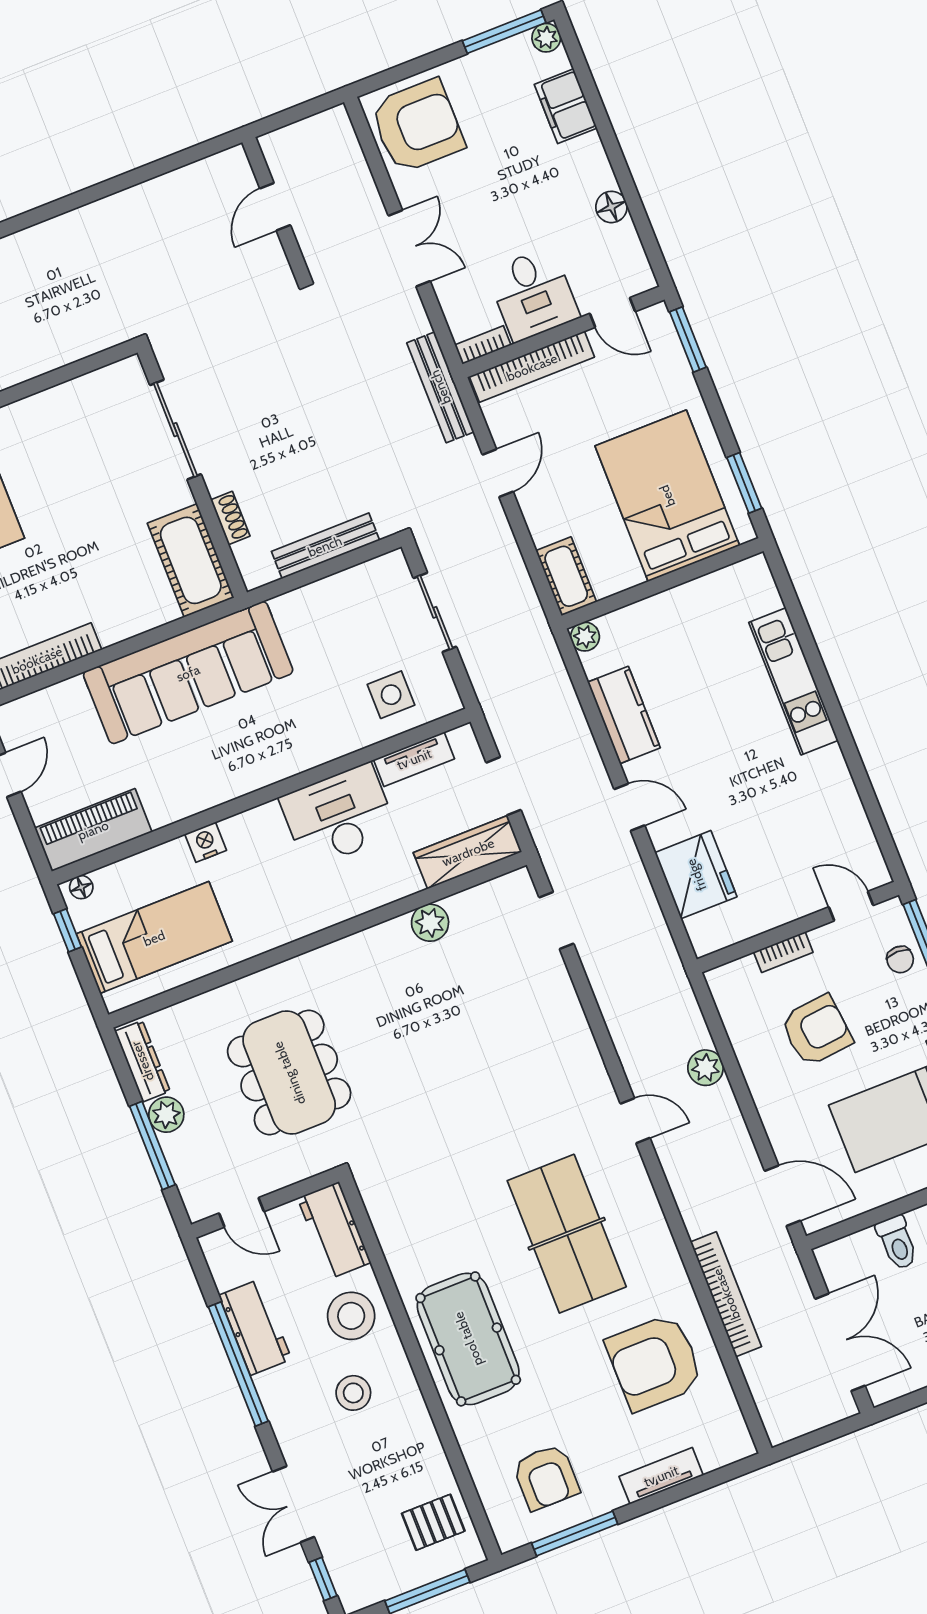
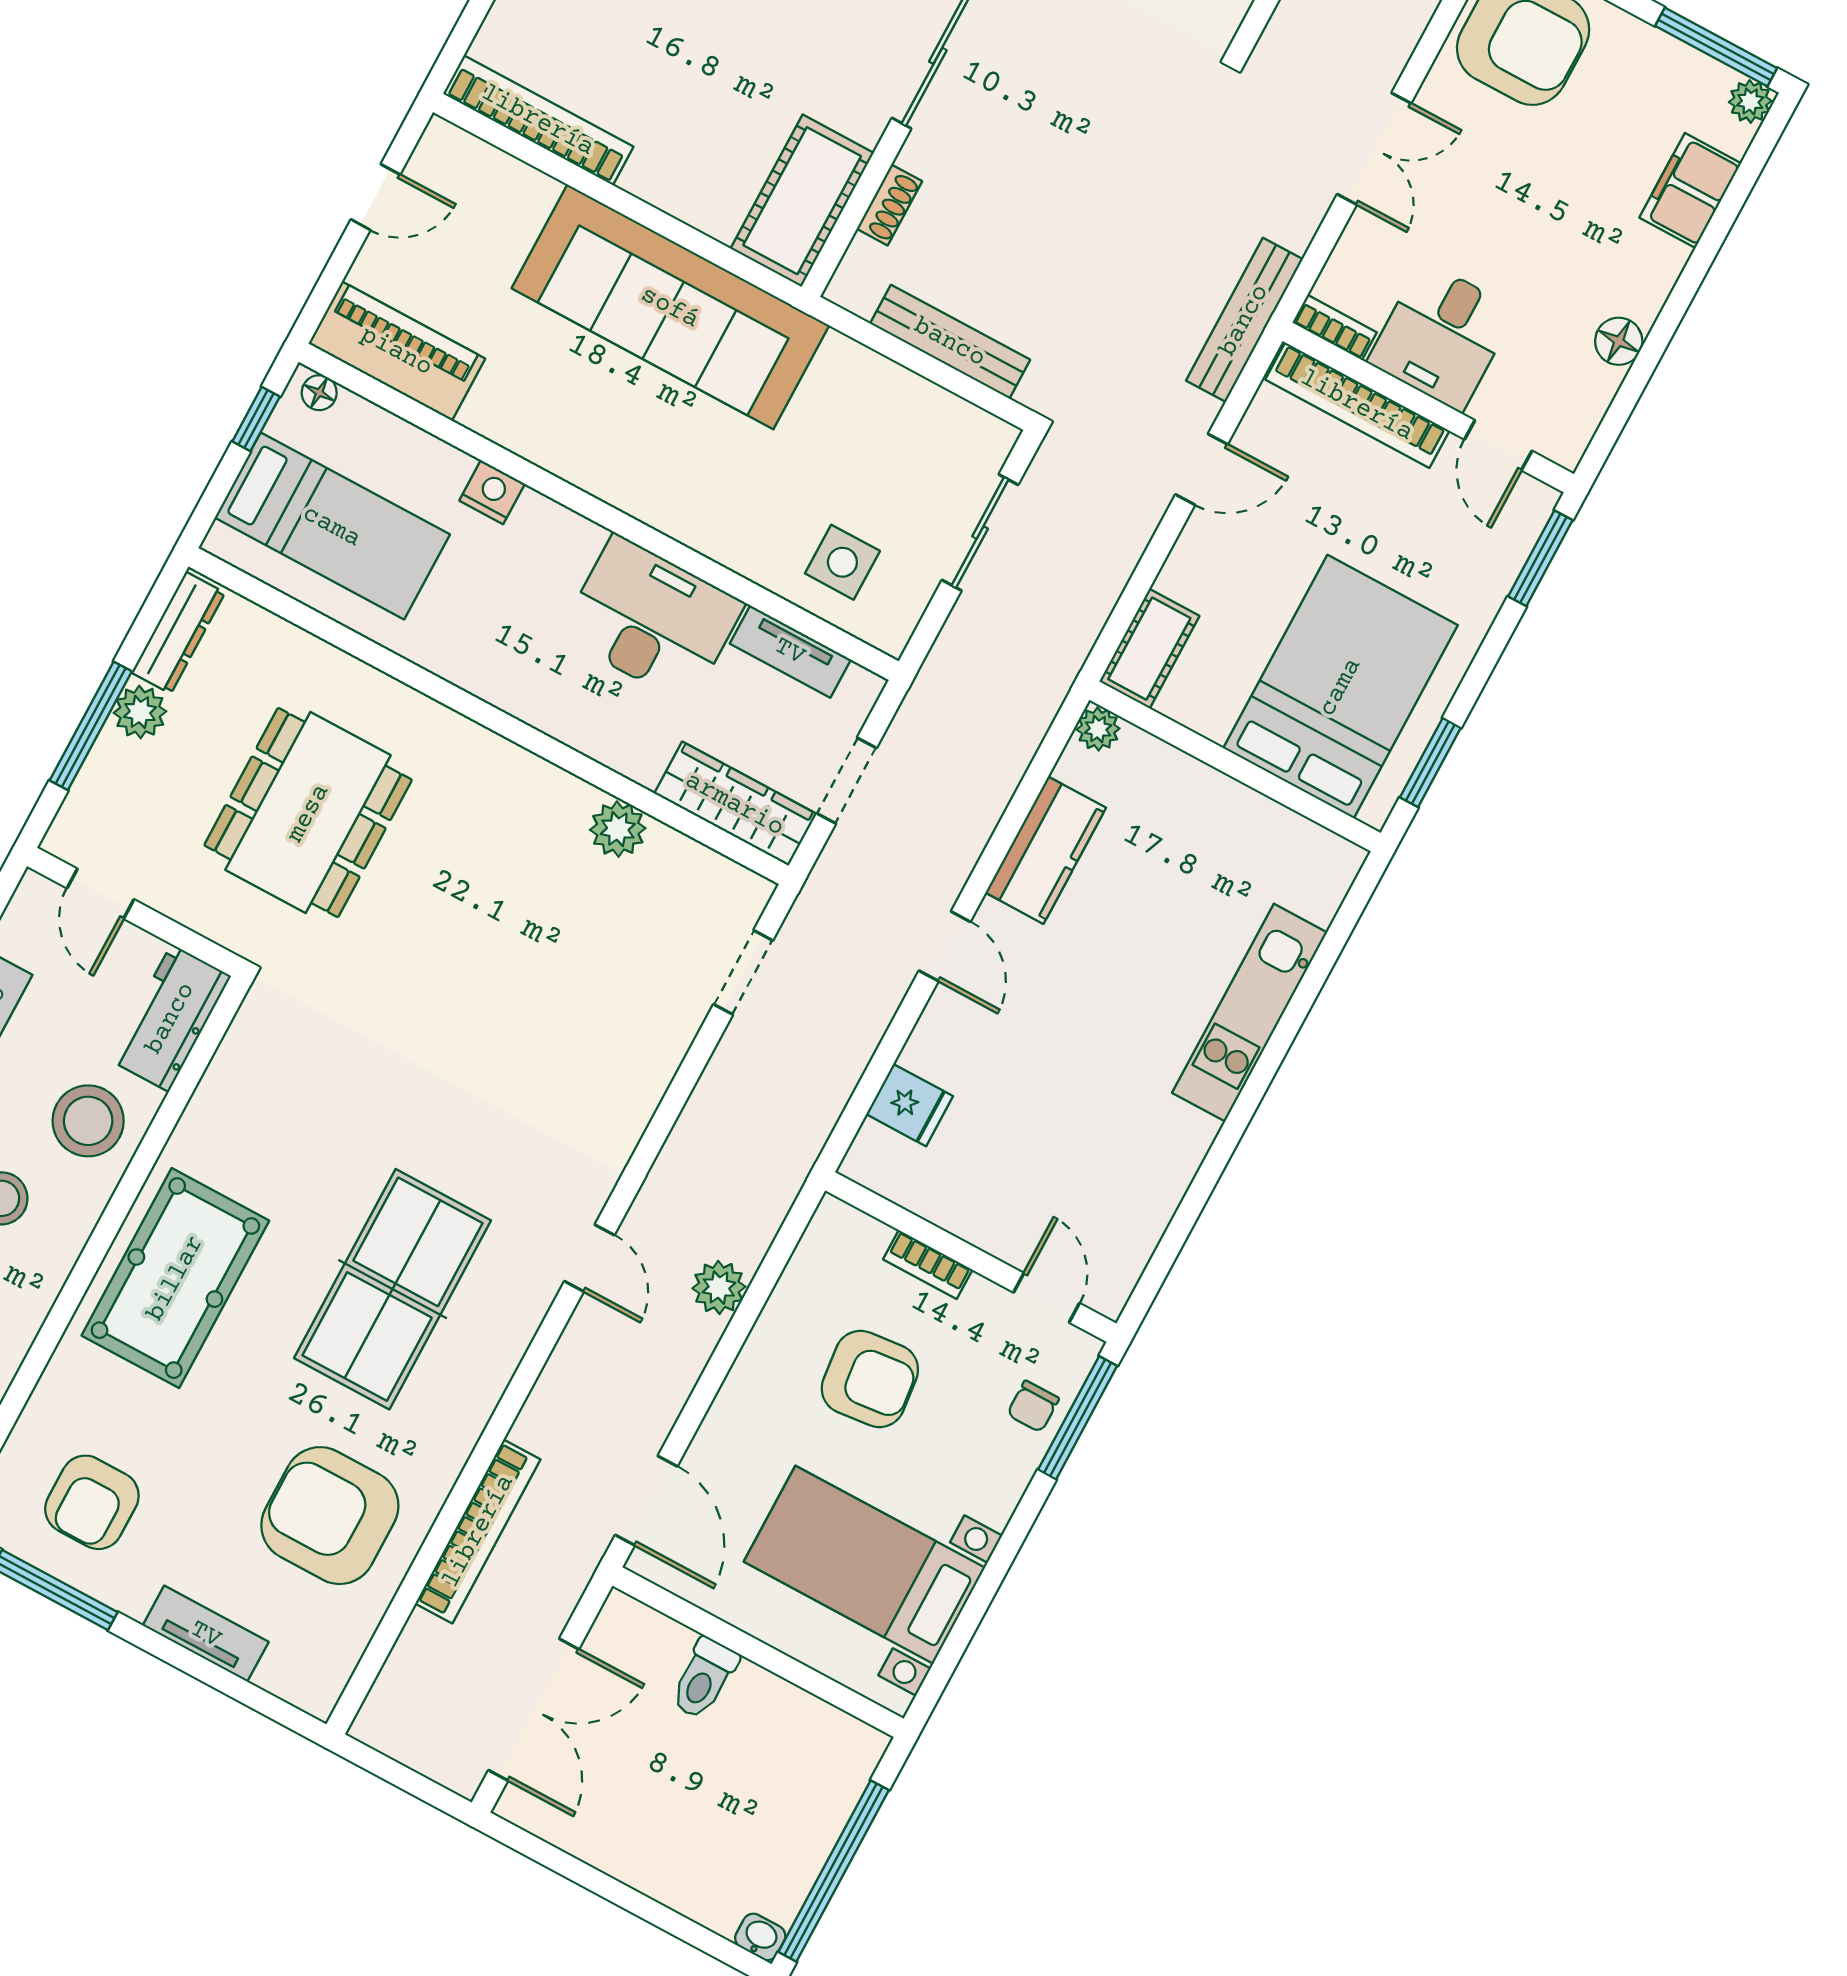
fridge: (696, 875) -> (910, 1105), width x0.53, depth x0.75

